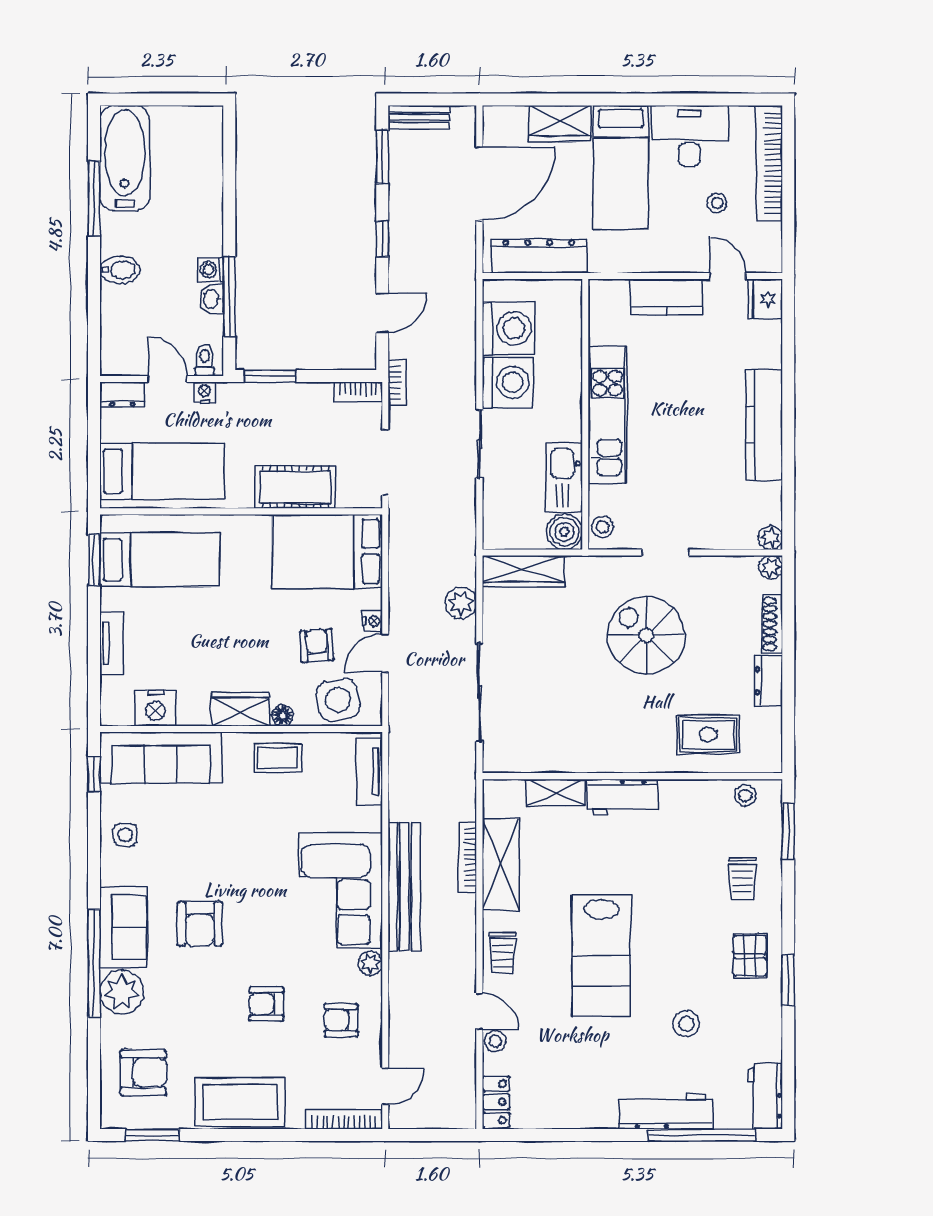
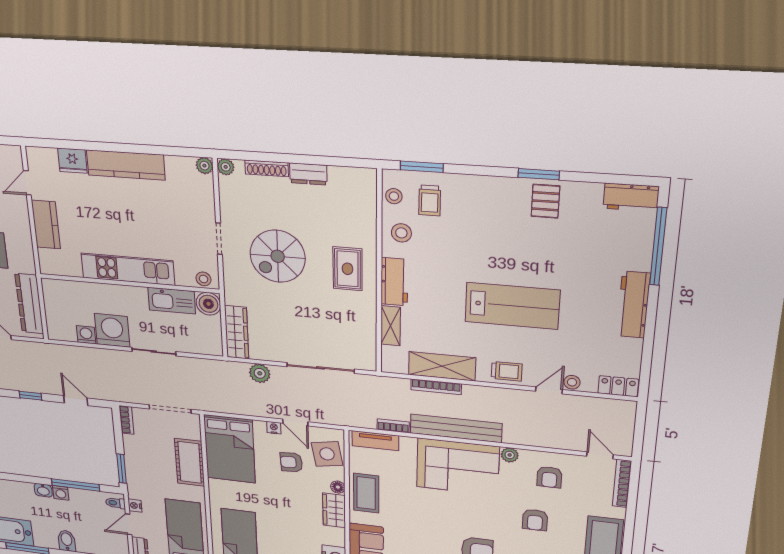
washbasin: (212, 299) -> (43, 490), moved
fridge: (765, 299) -> (72, 161), moved
washing machine: (509, 328) -> (86, 335), width x0.53, depth x0.53
bookcase: (397, 382) -> (393, 426), moved
rug: (708, 735) -> (348, 269), moved
coffee table: (278, 758) -> (366, 493), width x1.36, depth x1.30
trolley: (742, 879) -> (430, 201), moved, turned 90
pallet: (750, 956) -> (545, 201), moved, turned 90
stool: (686, 1024) -> (401, 233), moved
workbench: (666, 1112) -> (633, 305), moved

